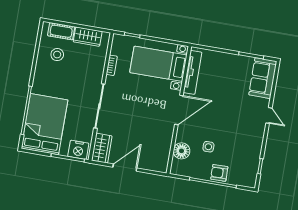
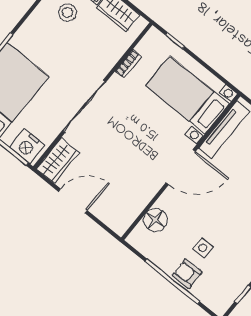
side table: (208, 147) -> (203, 248), moved

